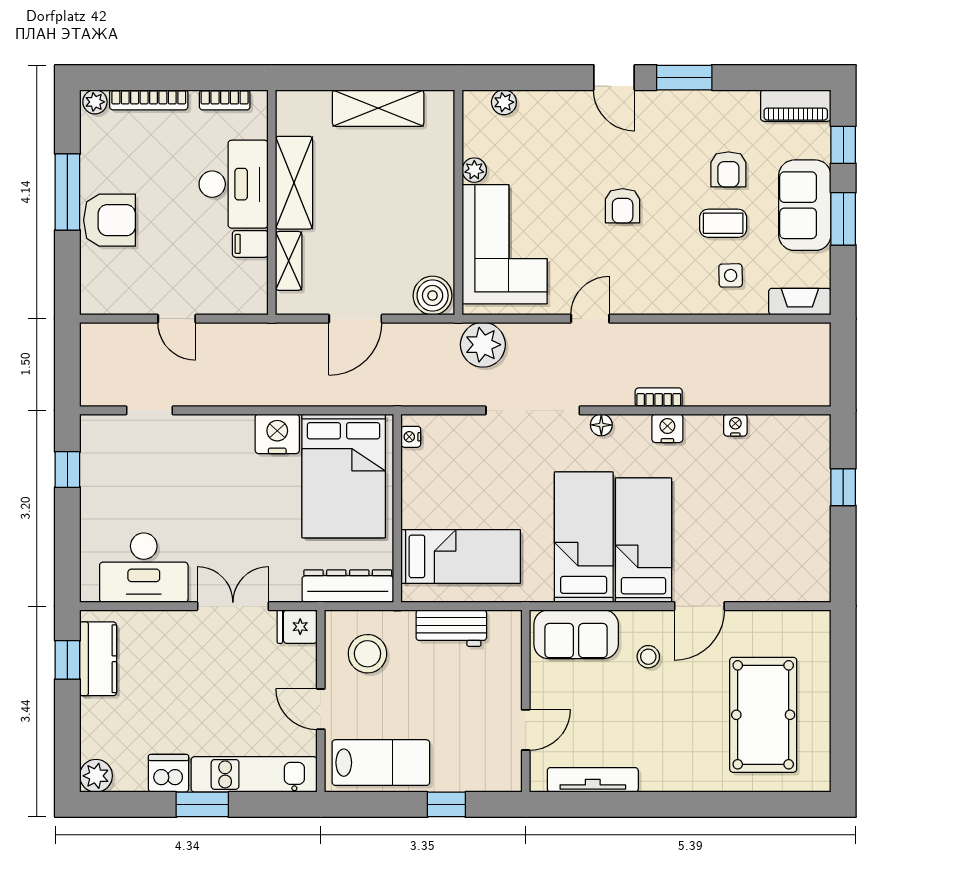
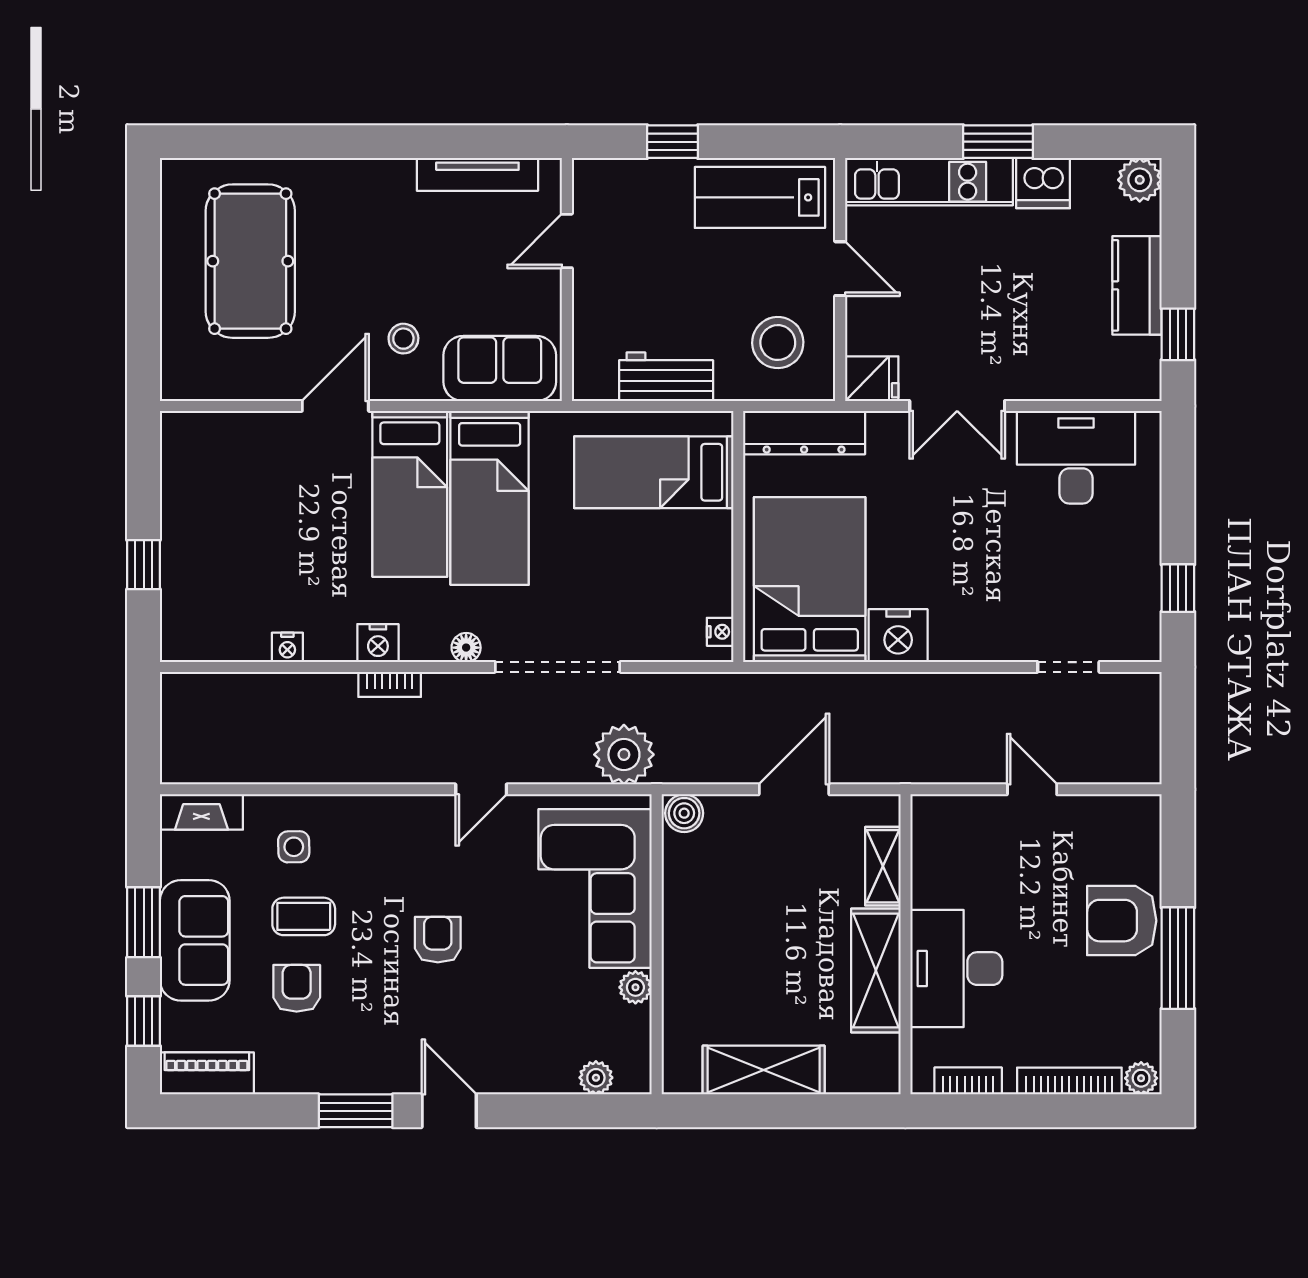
filing cabinet: (250, 244) -> (934, 889), removed
boiler: (433, 296) -> (684, 813), width x0.73, depth x0.73
kitchen counter: (98, 659) -> (1137, 285), moved

